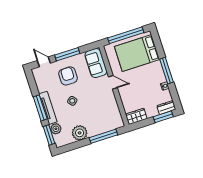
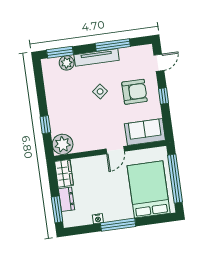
window: (67, 54) -> (164, 96), width x0.46
window: (40, 108) -> (113, 45), moved
dresser: (166, 108) -> (66, 199), moved
plant: (80, 133) -> (63, 144), moved
window: (103, 136) -> (45, 125), width x0.46

